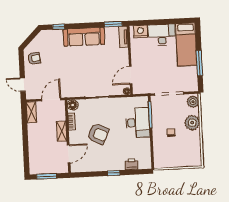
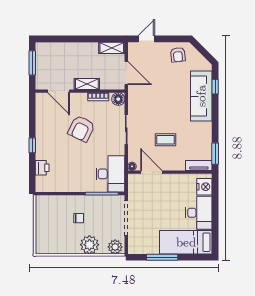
sofa: (84, 37) -> (201, 96), moved
coffee table: (104, 65) -> (166, 140), added
desk: (138, 123) -> (110, 174), moved, turned -90

